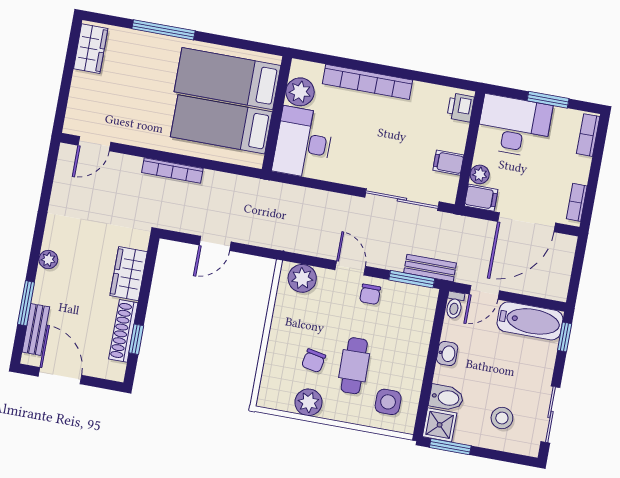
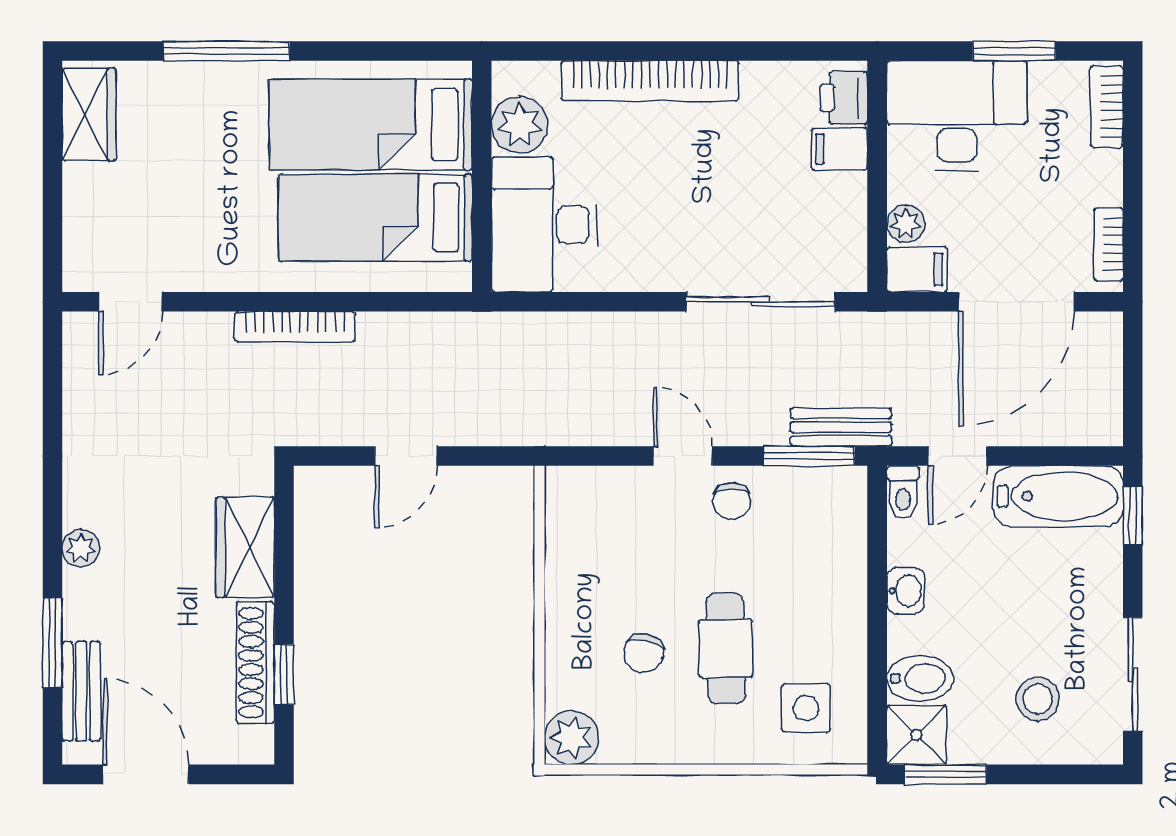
filing cabinet: (448, 163) -> (839, 149), moved
plant: (302, 278) -> (591, 494), removed
plant: (308, 402) -> (572, 738), moved

